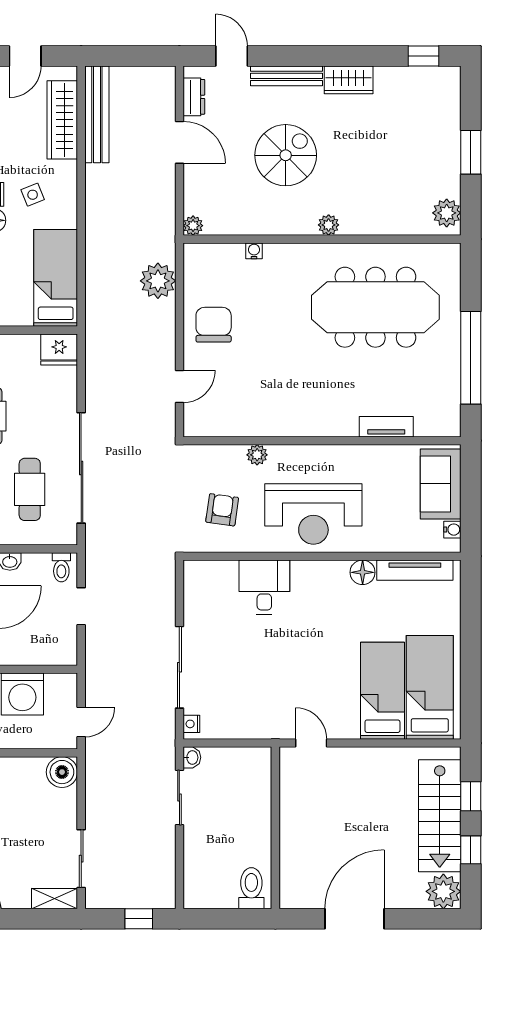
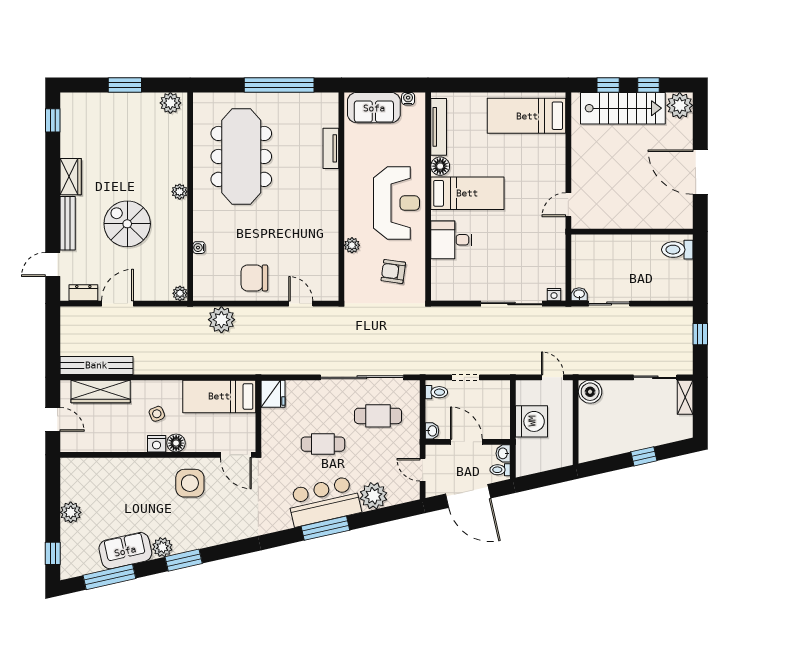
bed: (382, 691) -> (467, 193), moved, turned 180

